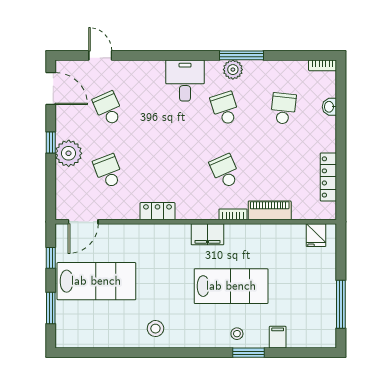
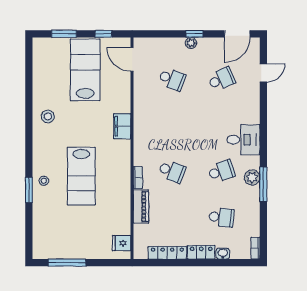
plant: (69, 153) -> (191, 43), width x0.53, depth x0.53
school desk: (108, 171) -> (172, 79), turned 42
school desk: (225, 171) -> (172, 171), turned 45
locker: (158, 211) -> (201, 252), moved, turned -90
filing cabinet: (207, 234) -> (122, 126), moved
lab bench: (96, 281) -> (85, 70), turned 180
filing cabinet: (278, 337) -> (41, 213), removed

